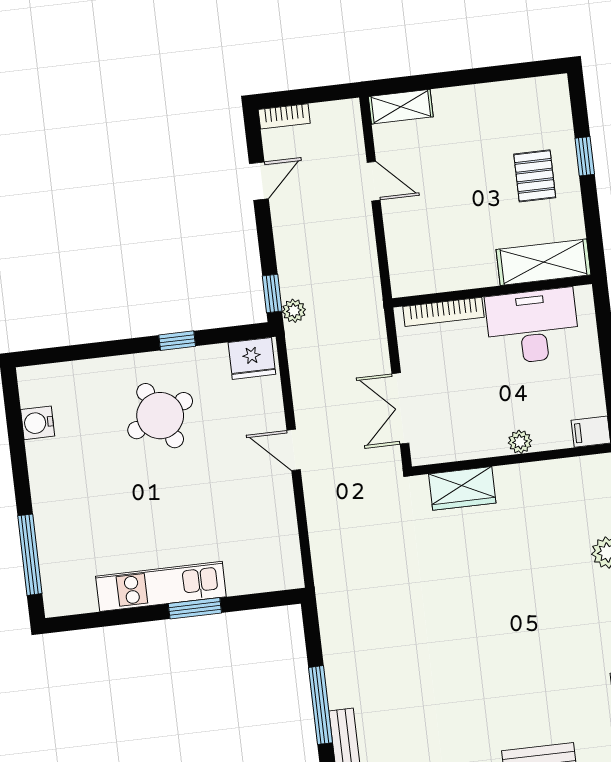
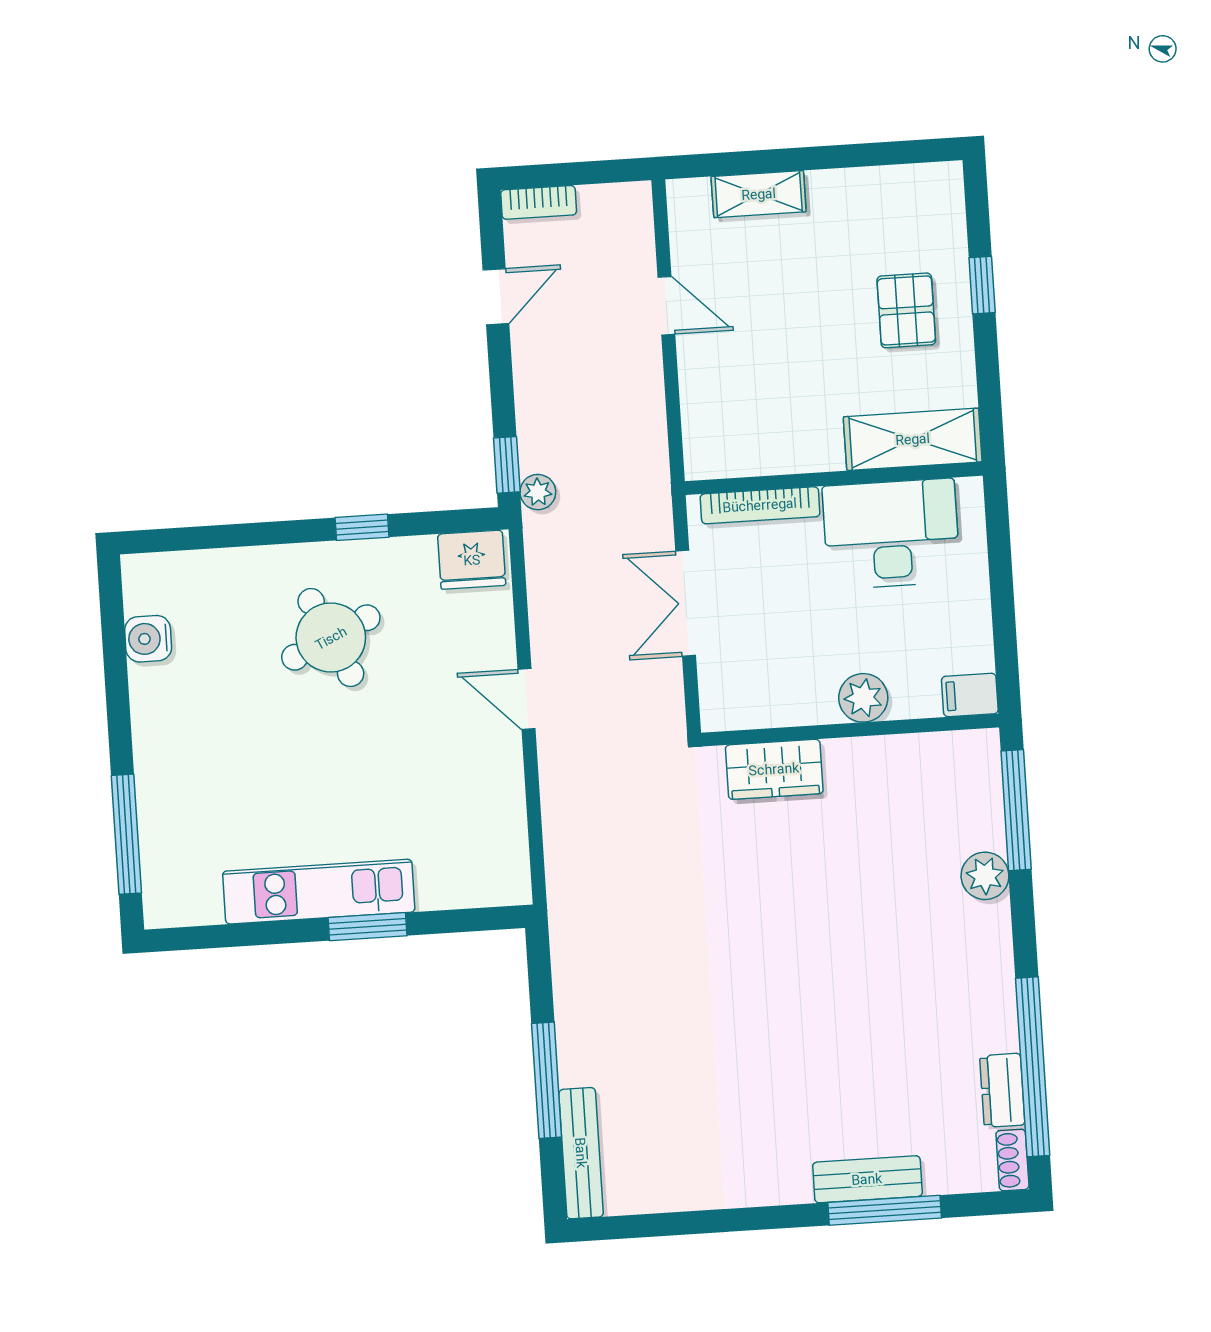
shelving: (401, 107) -> (759, 194), moved
double door: (400, 408) -> (686, 603), moved
plant: (520, 442) -> (863, 698), width x1.38, depth x1.38

